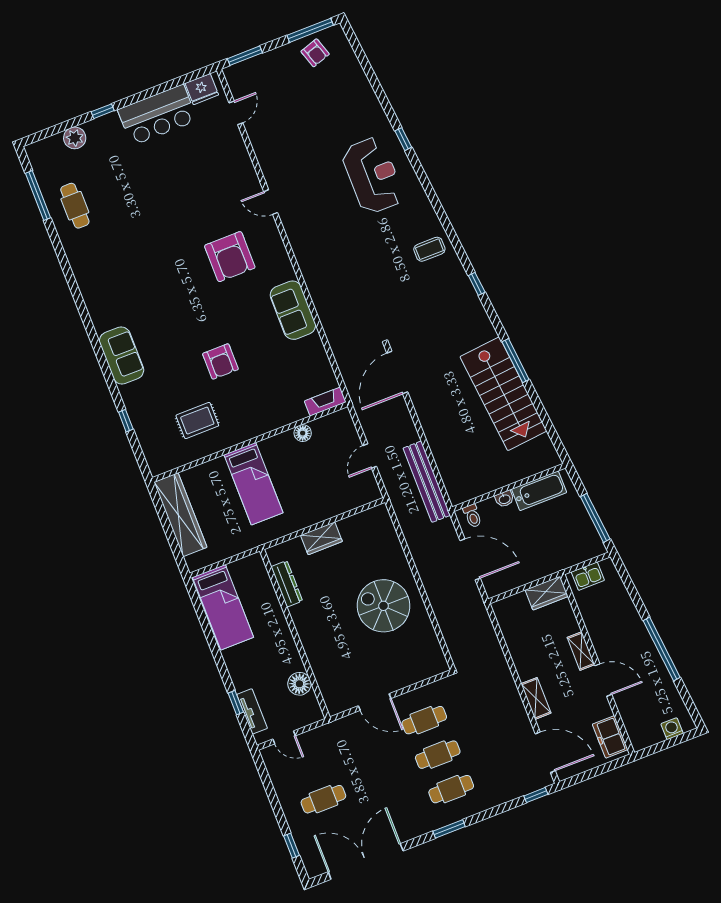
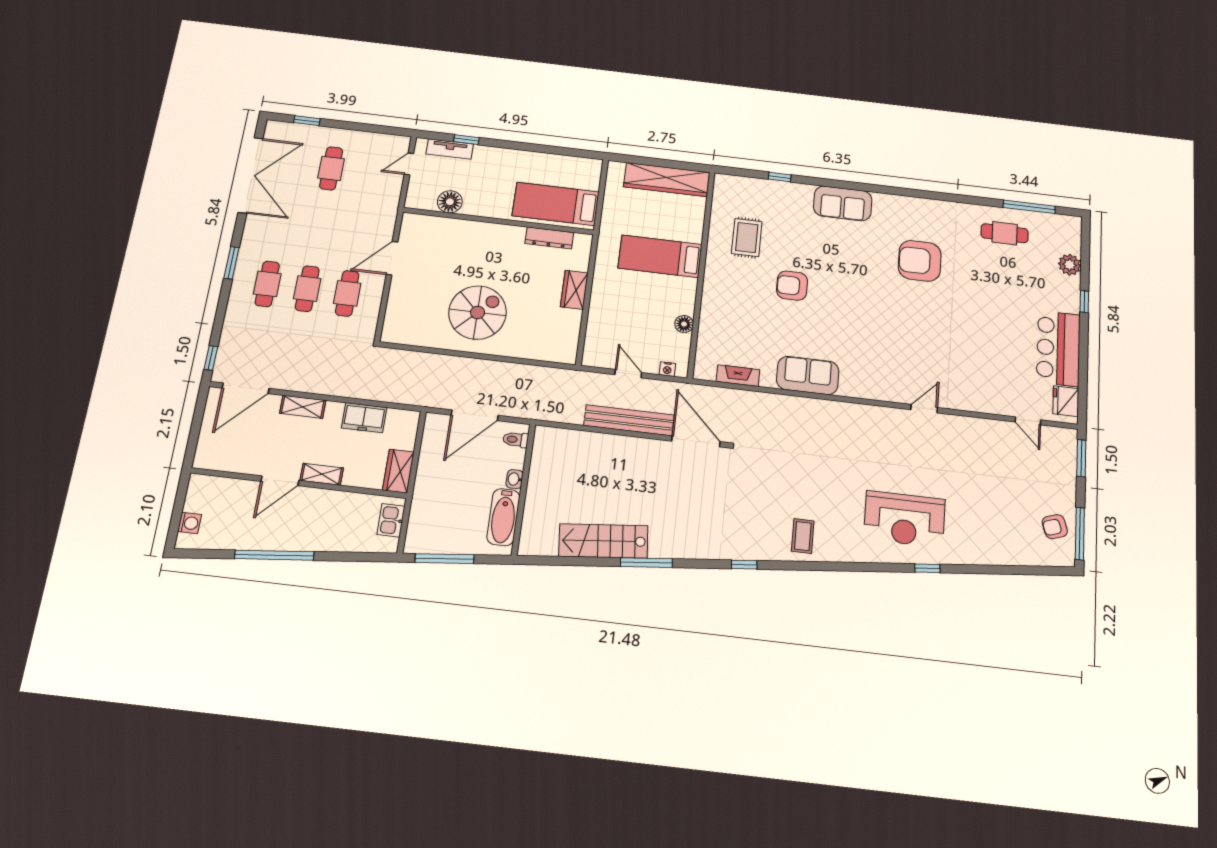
armchair: (230, 257) -> (920, 261), moved
stairs: (503, 394) -> (603, 541), width x0.73, depth x0.66
fireplace: (325, 401) -> (738, 376), moved, turned -90
nightstand: (349, 427) -> (667, 369), added
bench: (427, 482) -> (629, 420), moved
bed: (223, 607) -> (556, 204), moved
freezer: (610, 737) -> (364, 418), moved, turned 180

